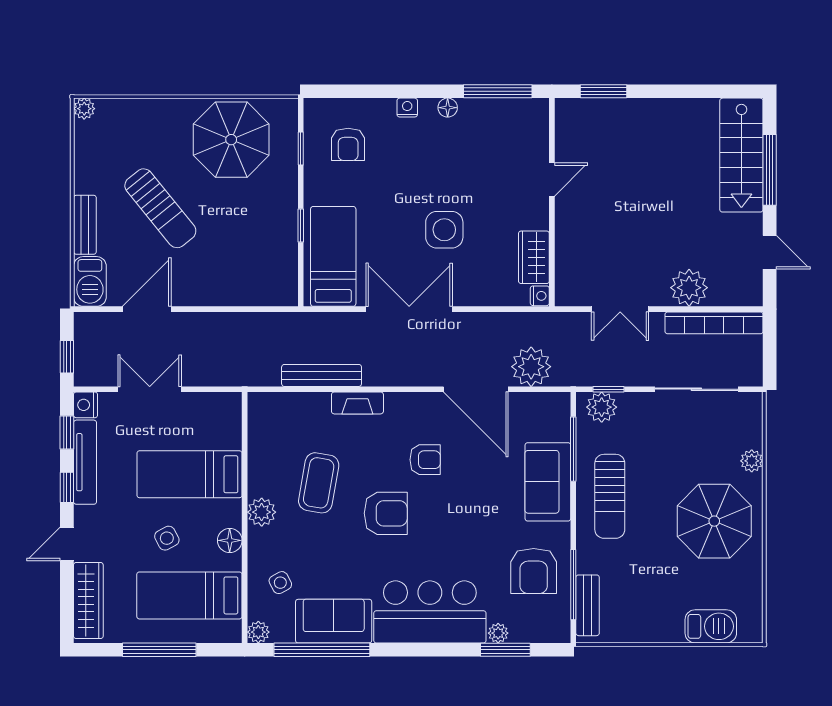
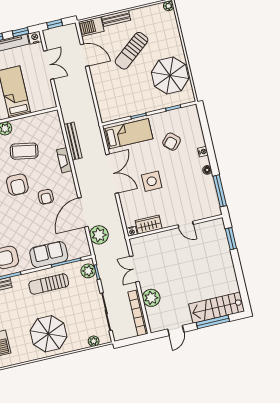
armchair: (348, 144) -> (172, 142), moved, turned -47
plant: (752, 461) -> (94, 341), moved

